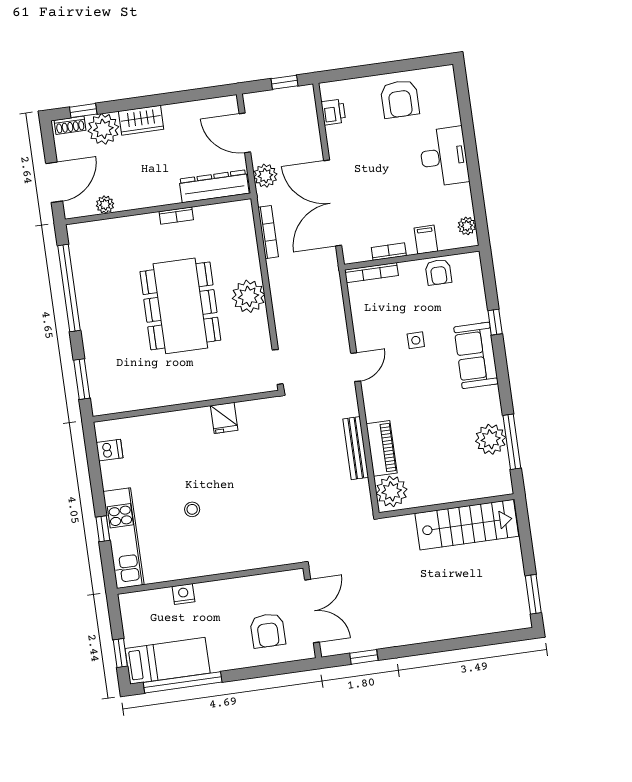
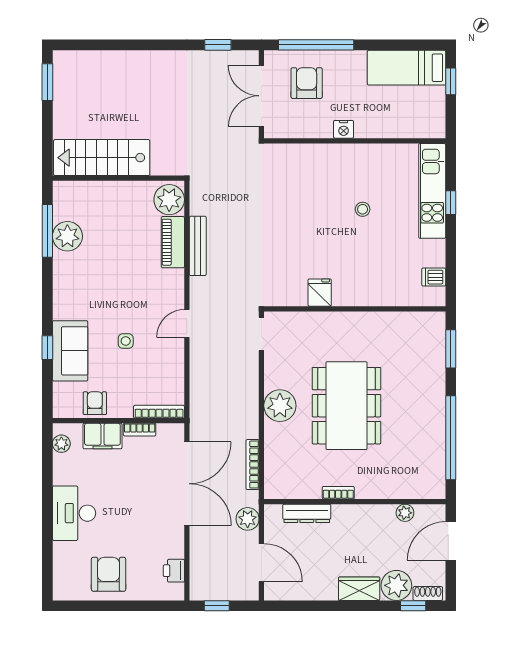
dresser: (214, 186) -> (307, 513), width x0.73, depth x0.80
filing cabinet: (426, 240) -> (102, 436), width x2.00
sofa: (476, 355) -> (70, 351), moved
nightstand: (183, 594) -> (344, 129), moved
window: (183, 682) -> (316, 45), moved

